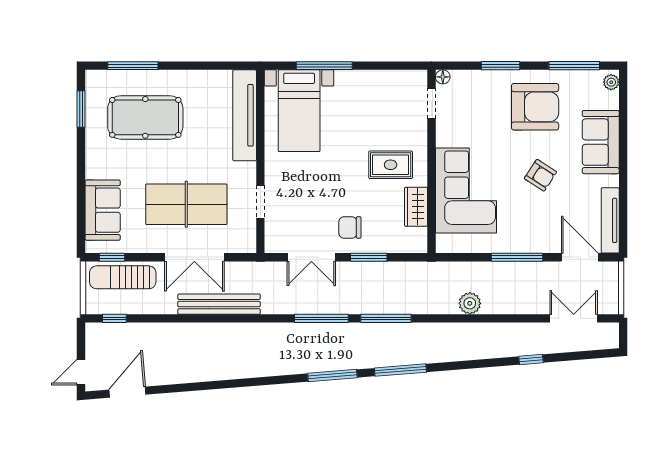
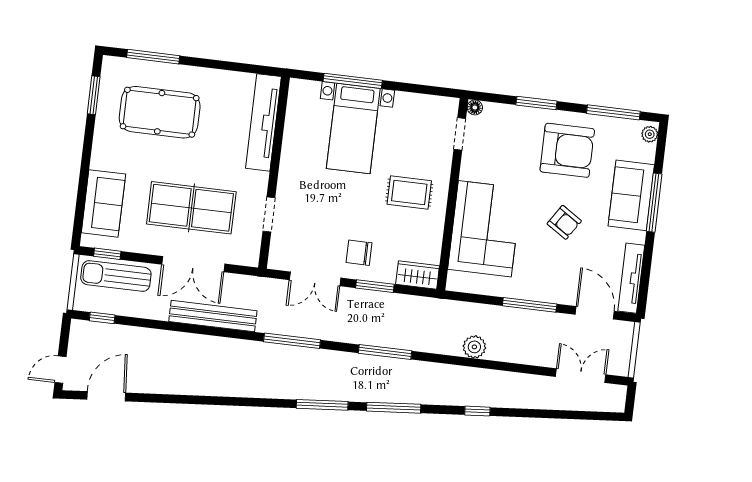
bed with nightstands: (299, 111) -> (353, 129), moved
window: (623, 146) -> (654, 203), added
wardrobe: (416, 207) -> (418, 275), moved, turned 90
window: (321, 318) -> (292, 341), moved
window: (531, 360) -> (477, 411), moved

